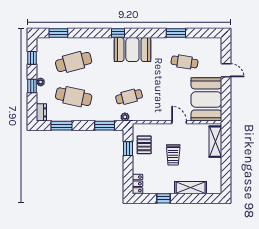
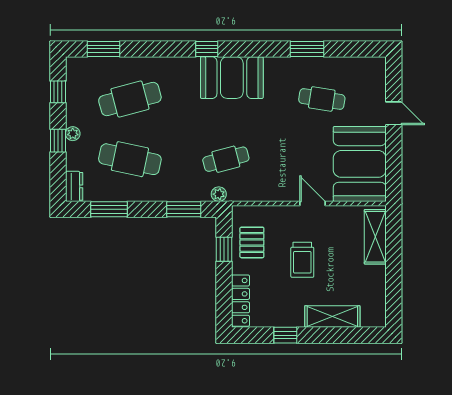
locker: (138, 184) -> (240, 301), width x1.53

